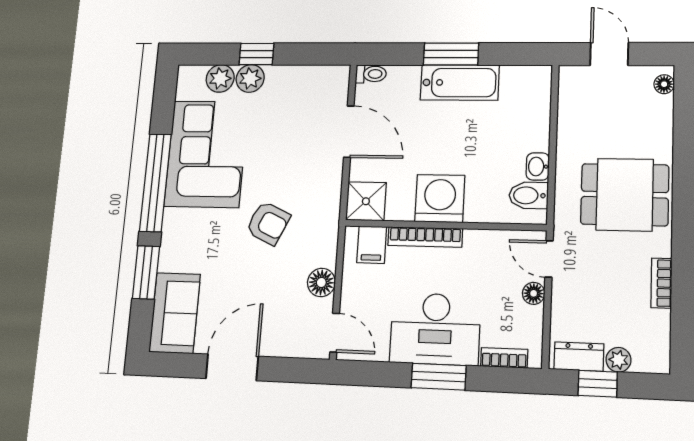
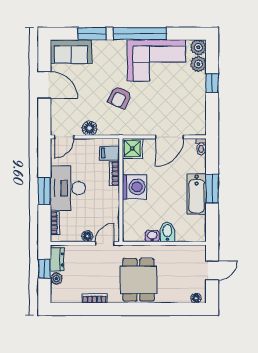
plant: (250, 78) -> (198, 47), moved
bidet: (529, 195) -> (167, 232), moved
bookcase: (425, 237) -> (114, 174), width x0.64

